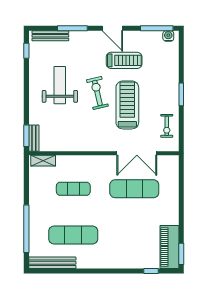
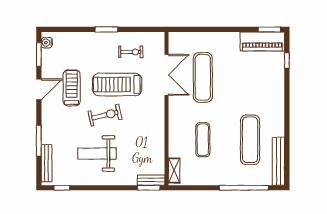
door: (112, 28) -> (39, 89), moved
window: (157, 28) -> (39, 55), width x0.69
exercise bike: (97, 93) -> (105, 115), turned 180
exercise bike: (167, 126) -> (131, 52), moved

